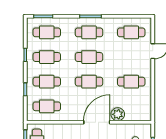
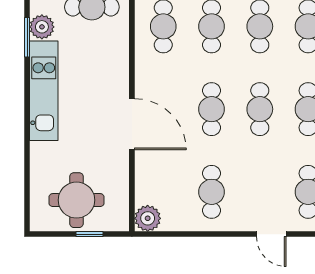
plant: (118, 114) -> (148, 218), moved

